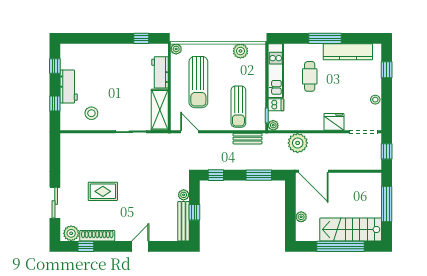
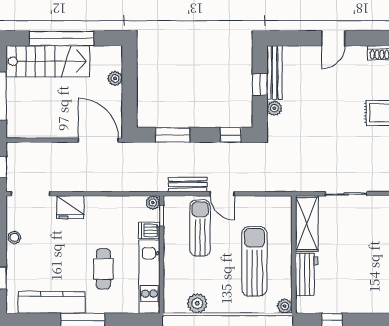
door: (190, 132) -> (222, 194), moved
plant: (298, 143) -> (120, 179), removed

